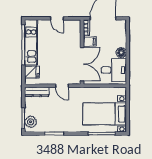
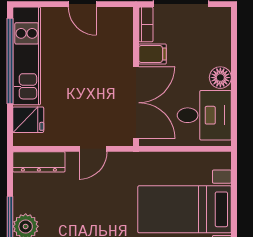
door: (62, 86) -> (93, 149), hinge flipped

